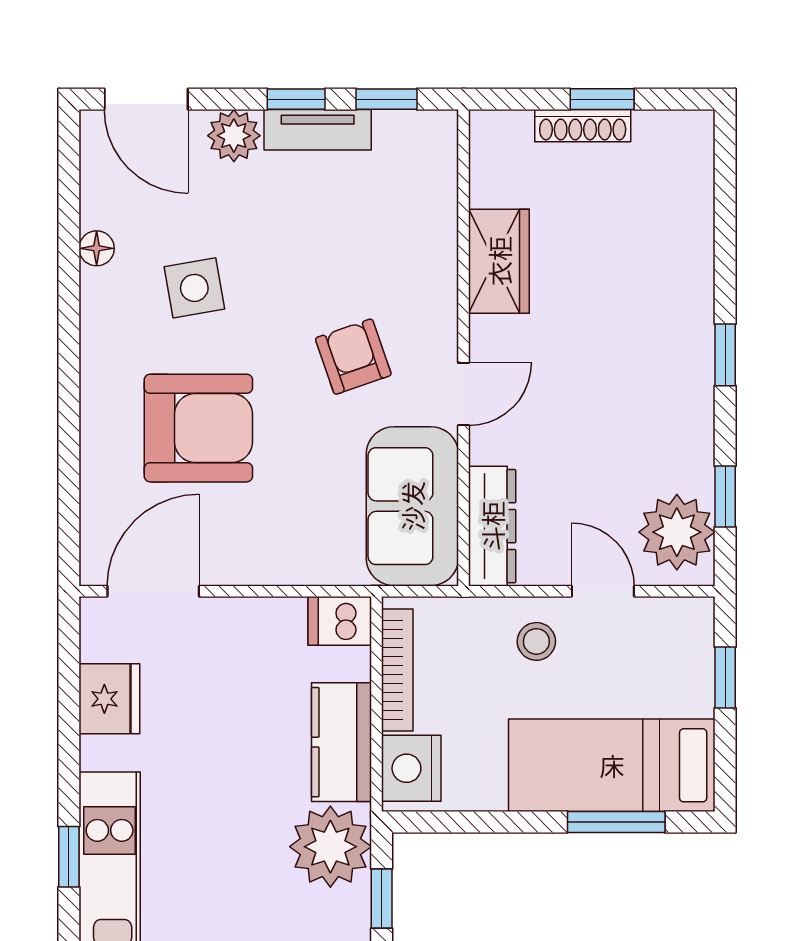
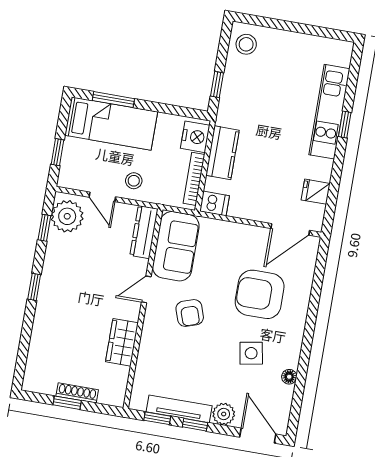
tv unit: (318, 130) -> (179, 409), width x1.41
fridge: (109, 699) -> (316, 192), width x0.72
plant: (330, 847) -> (235, 110), removed

